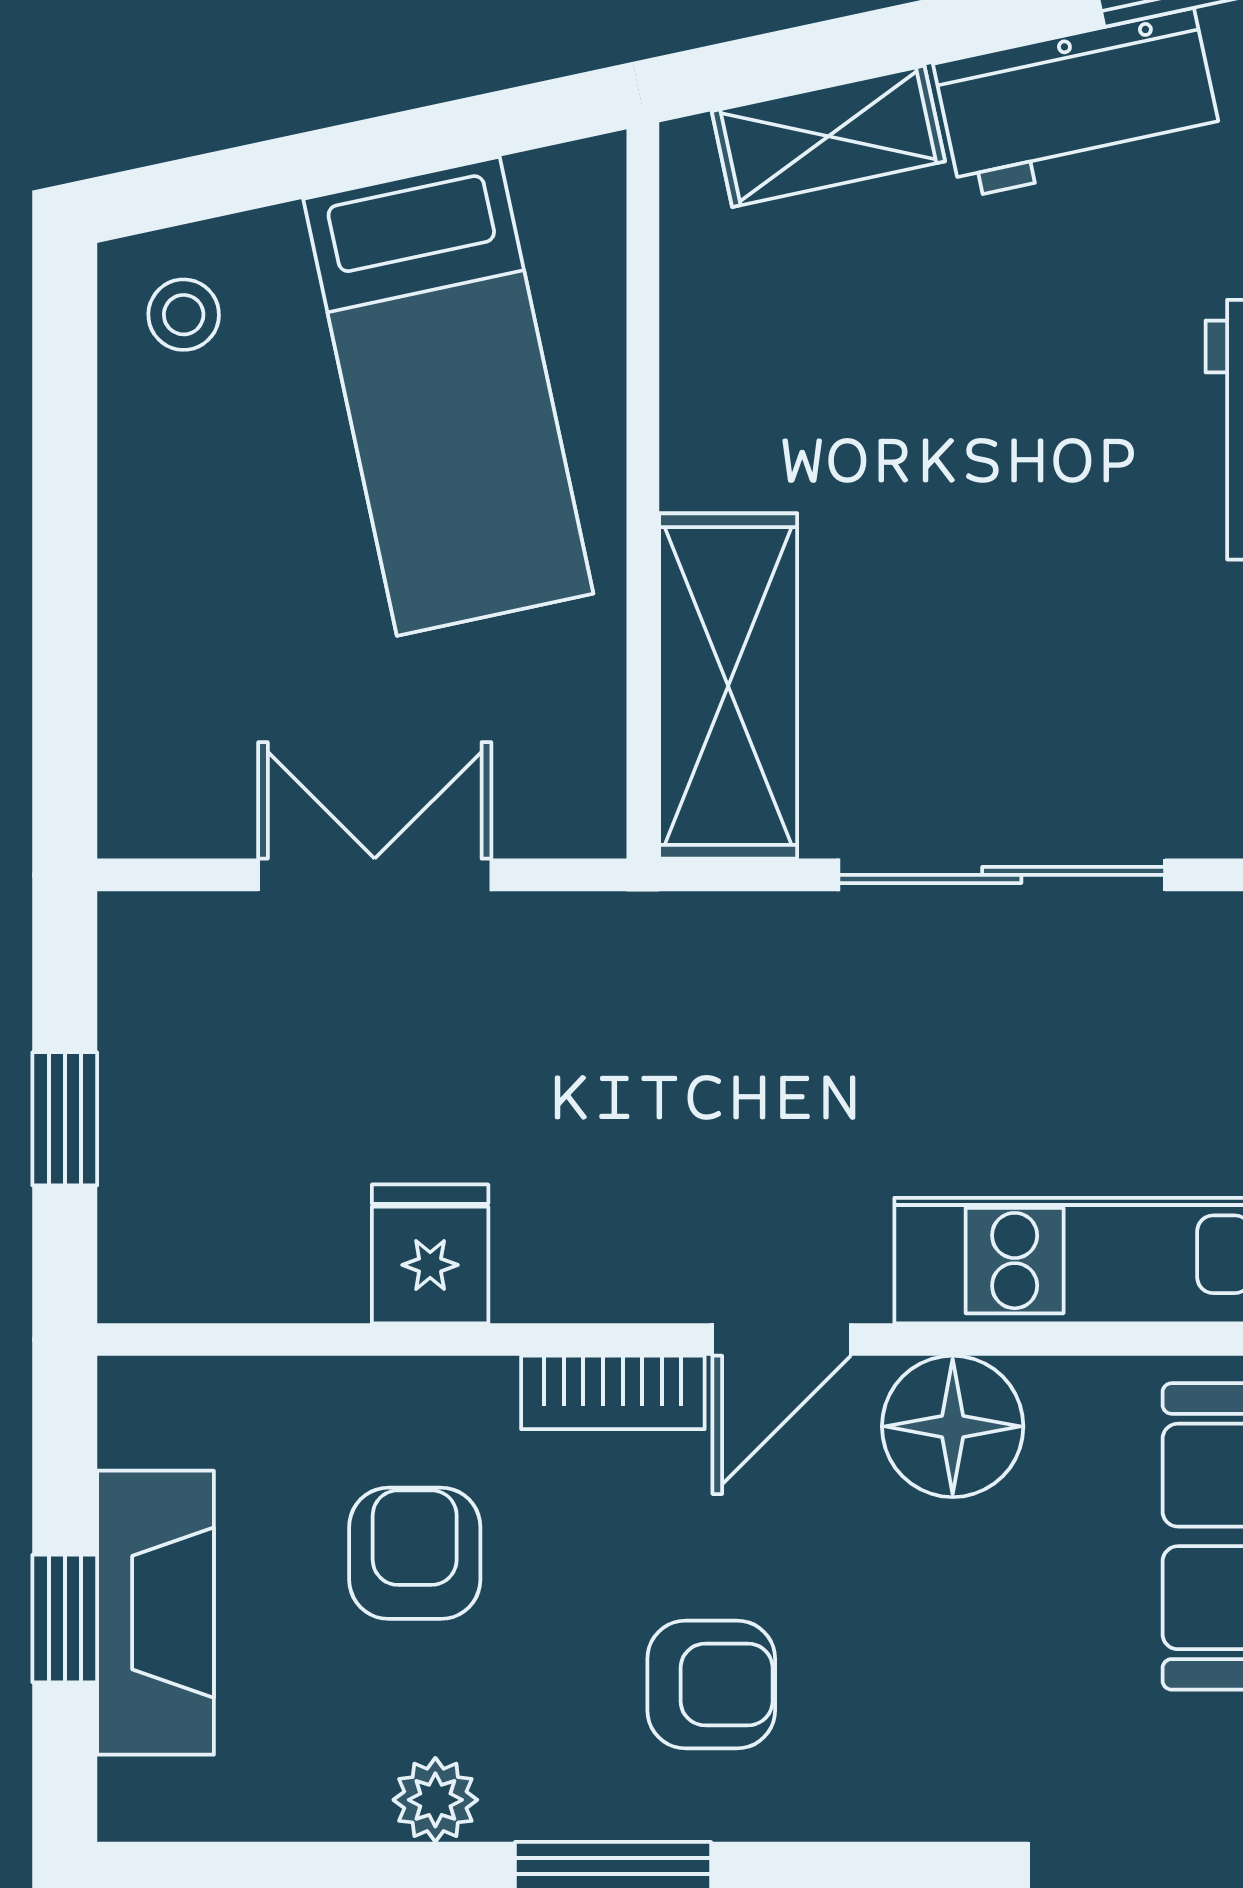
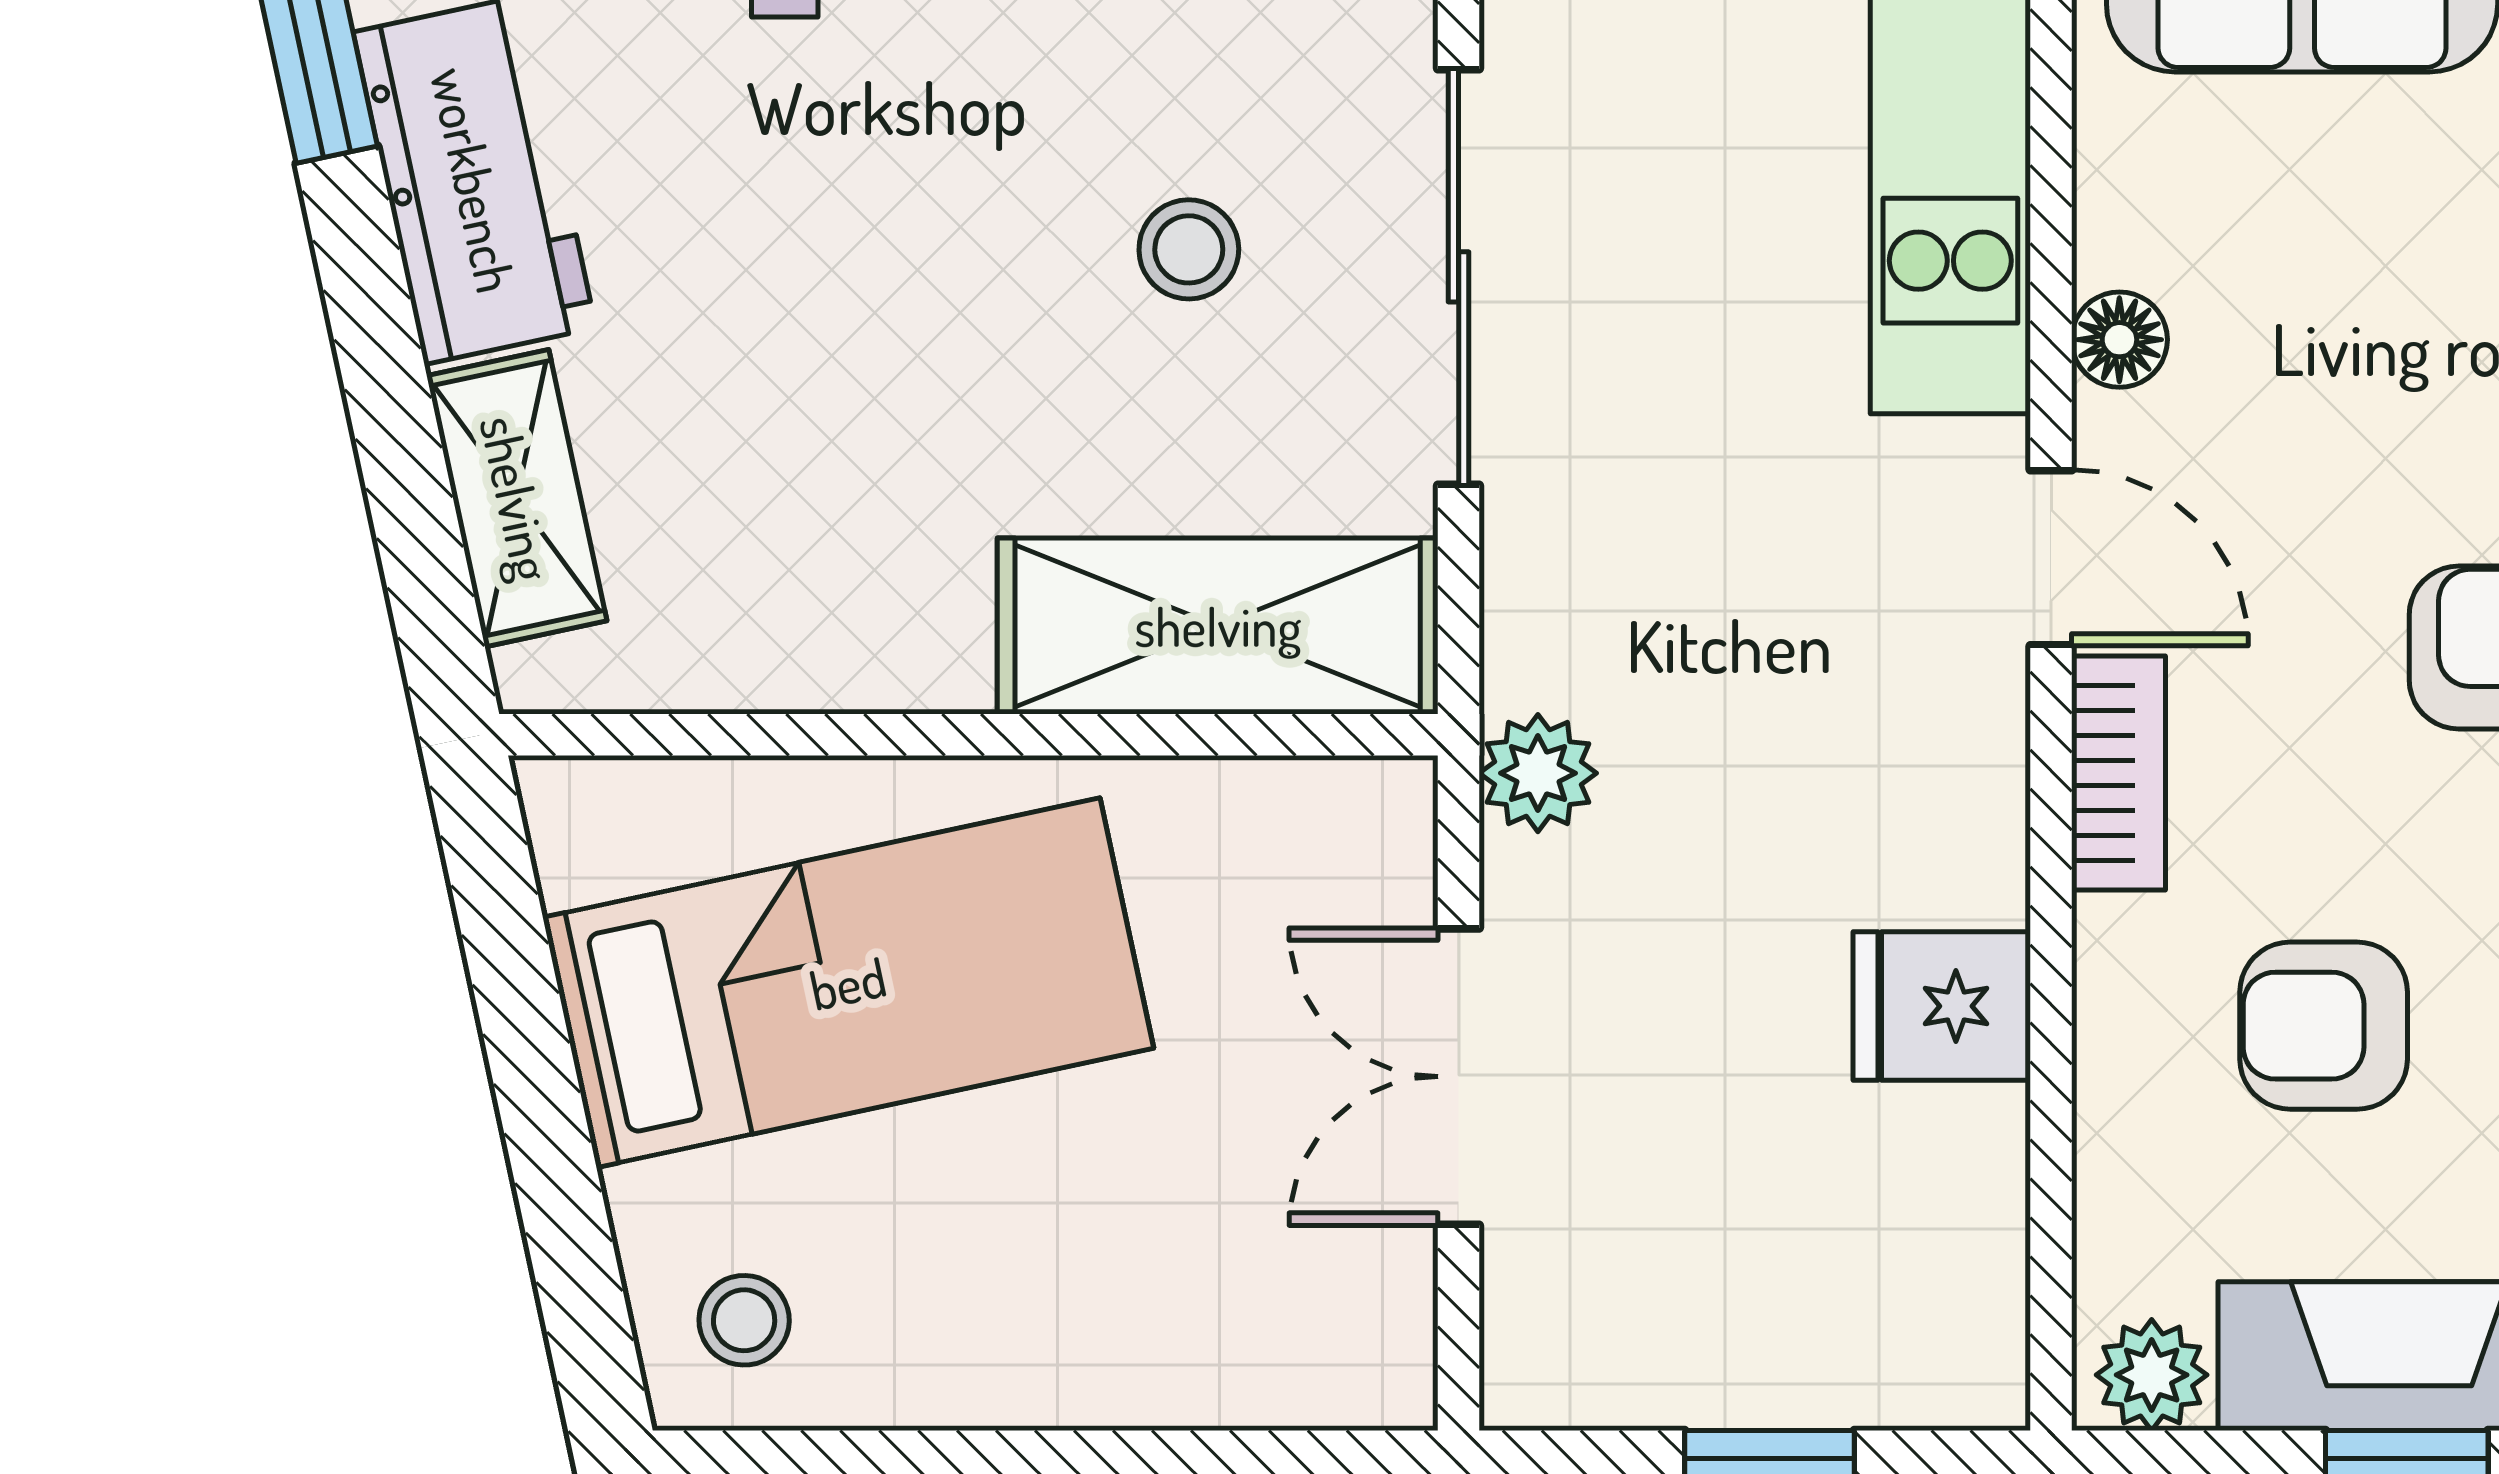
stool: (1023, 663) -> (1189, 249), added
plant: (613, 937) -> (1538, 773), added
plant: (141, 1418) -> (2152, 1375), added
floor lamp: (953, 1426) -> (2119, 340), width x0.53, depth x0.53

